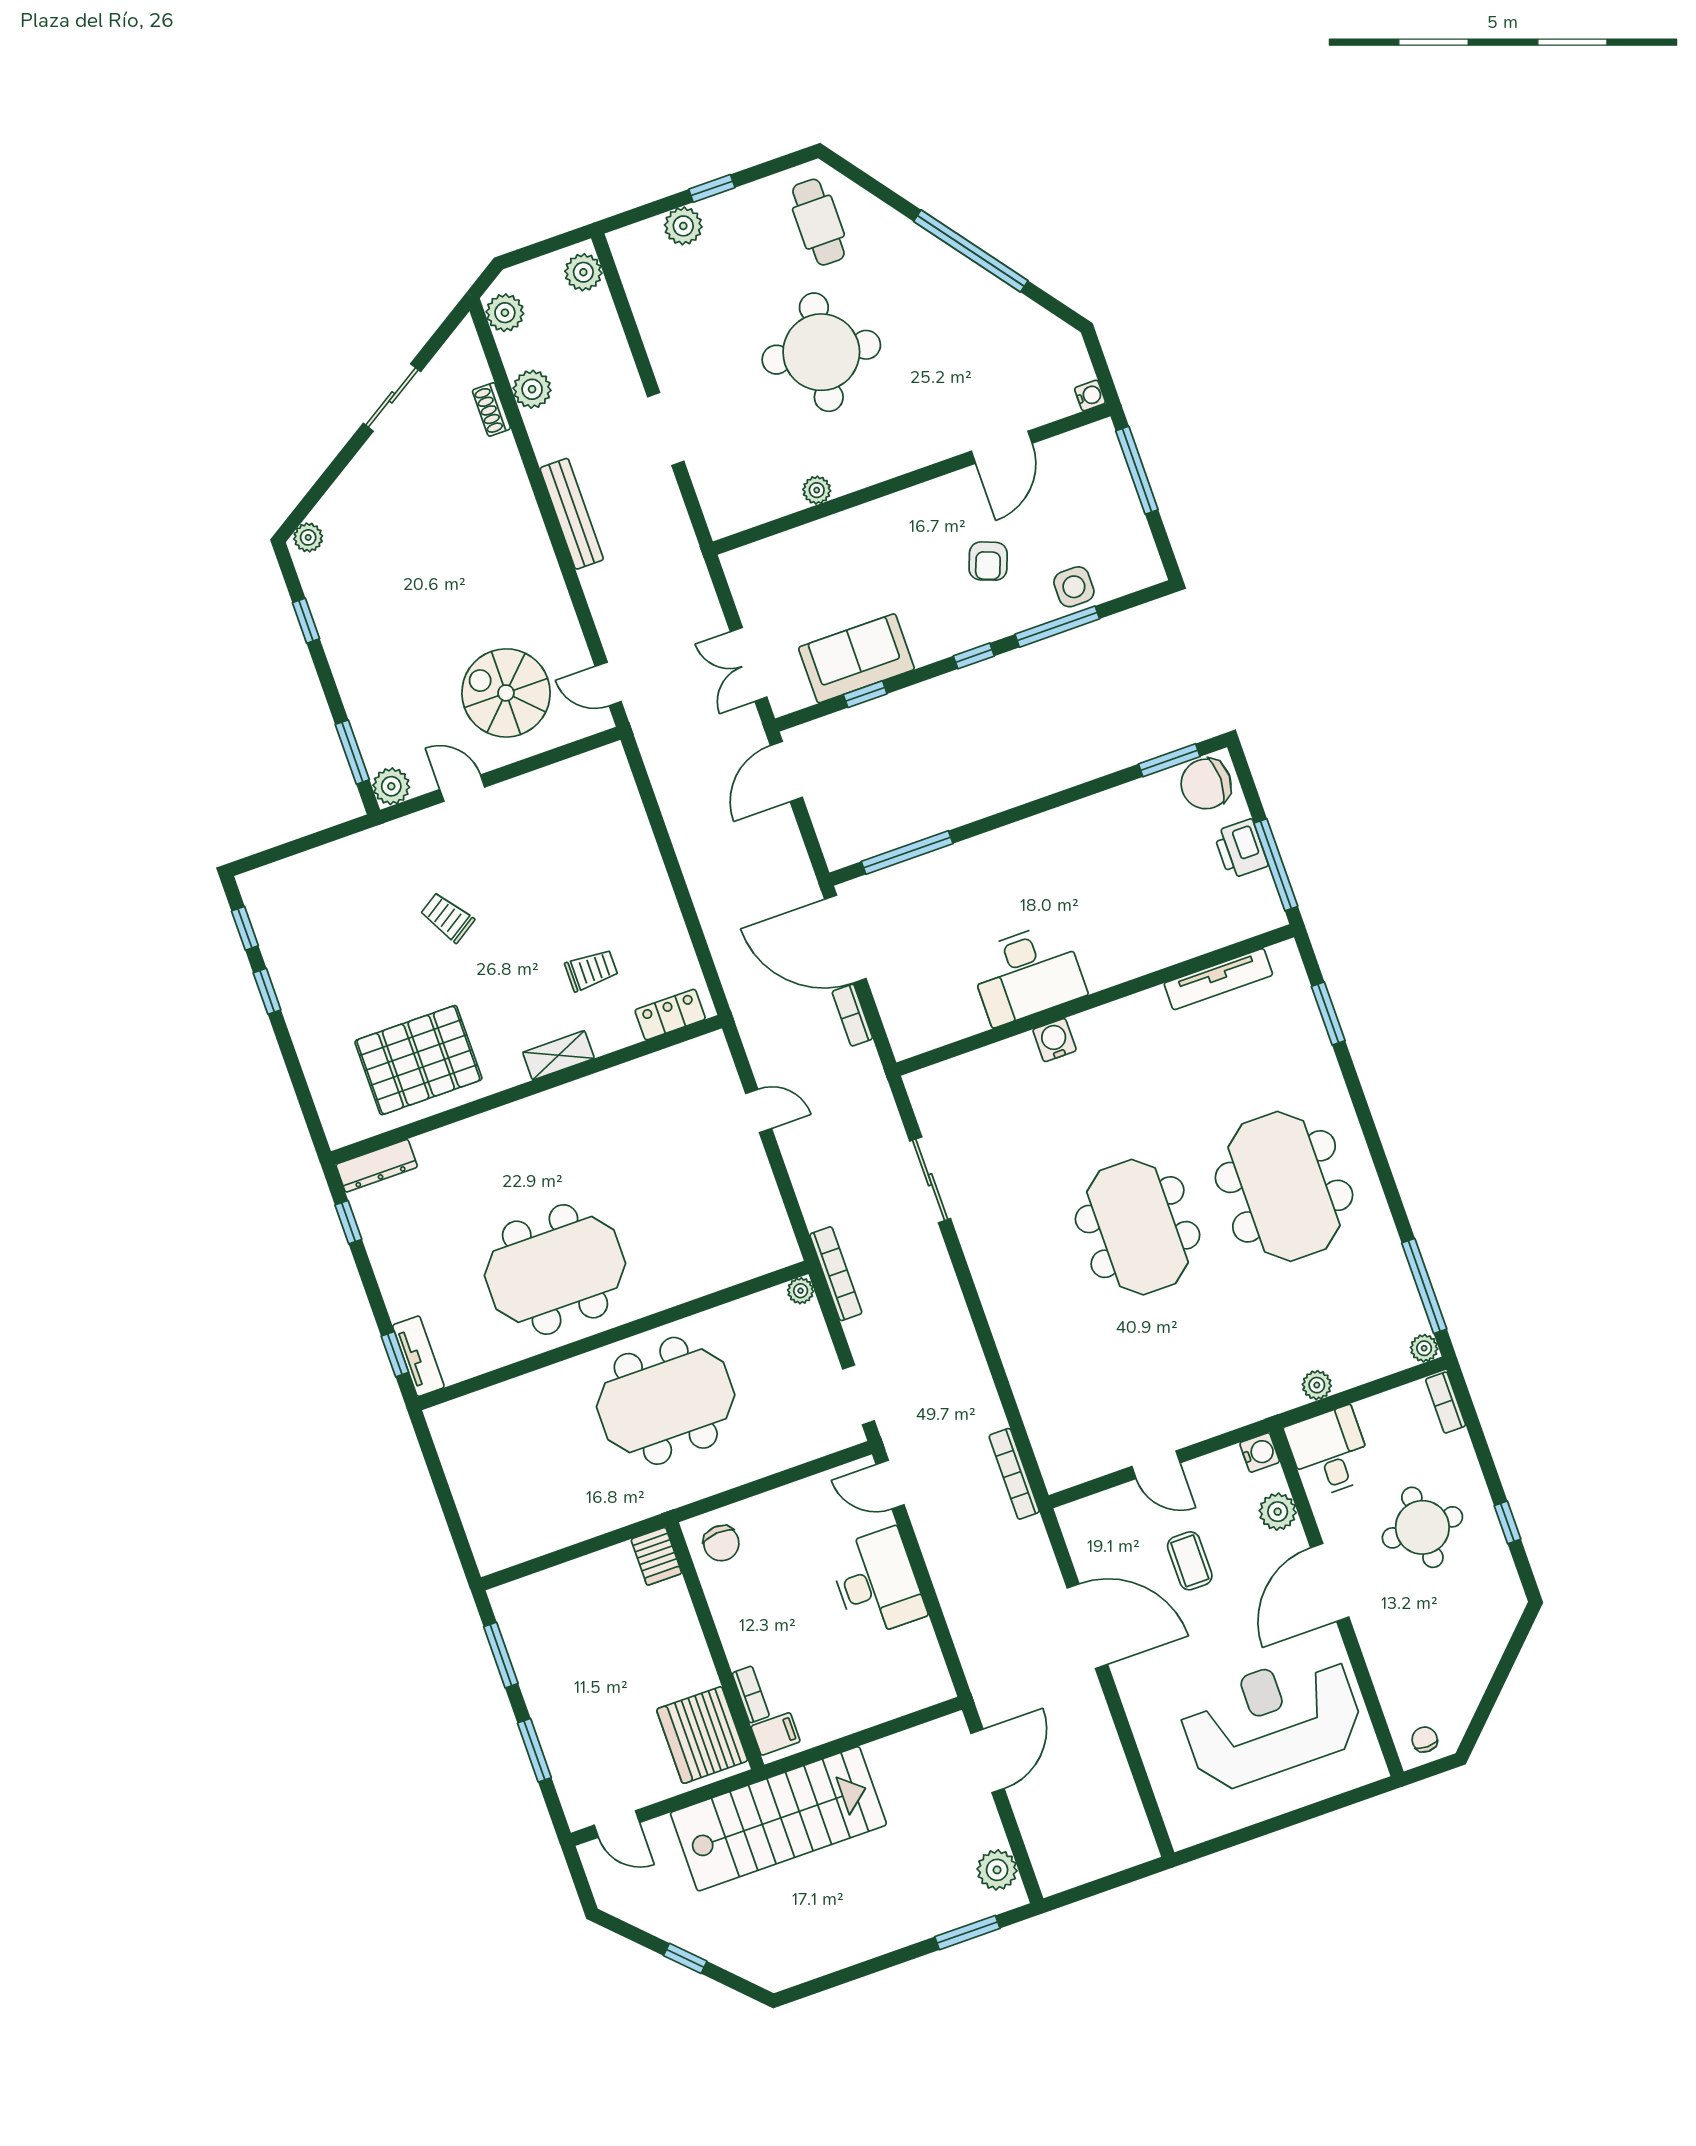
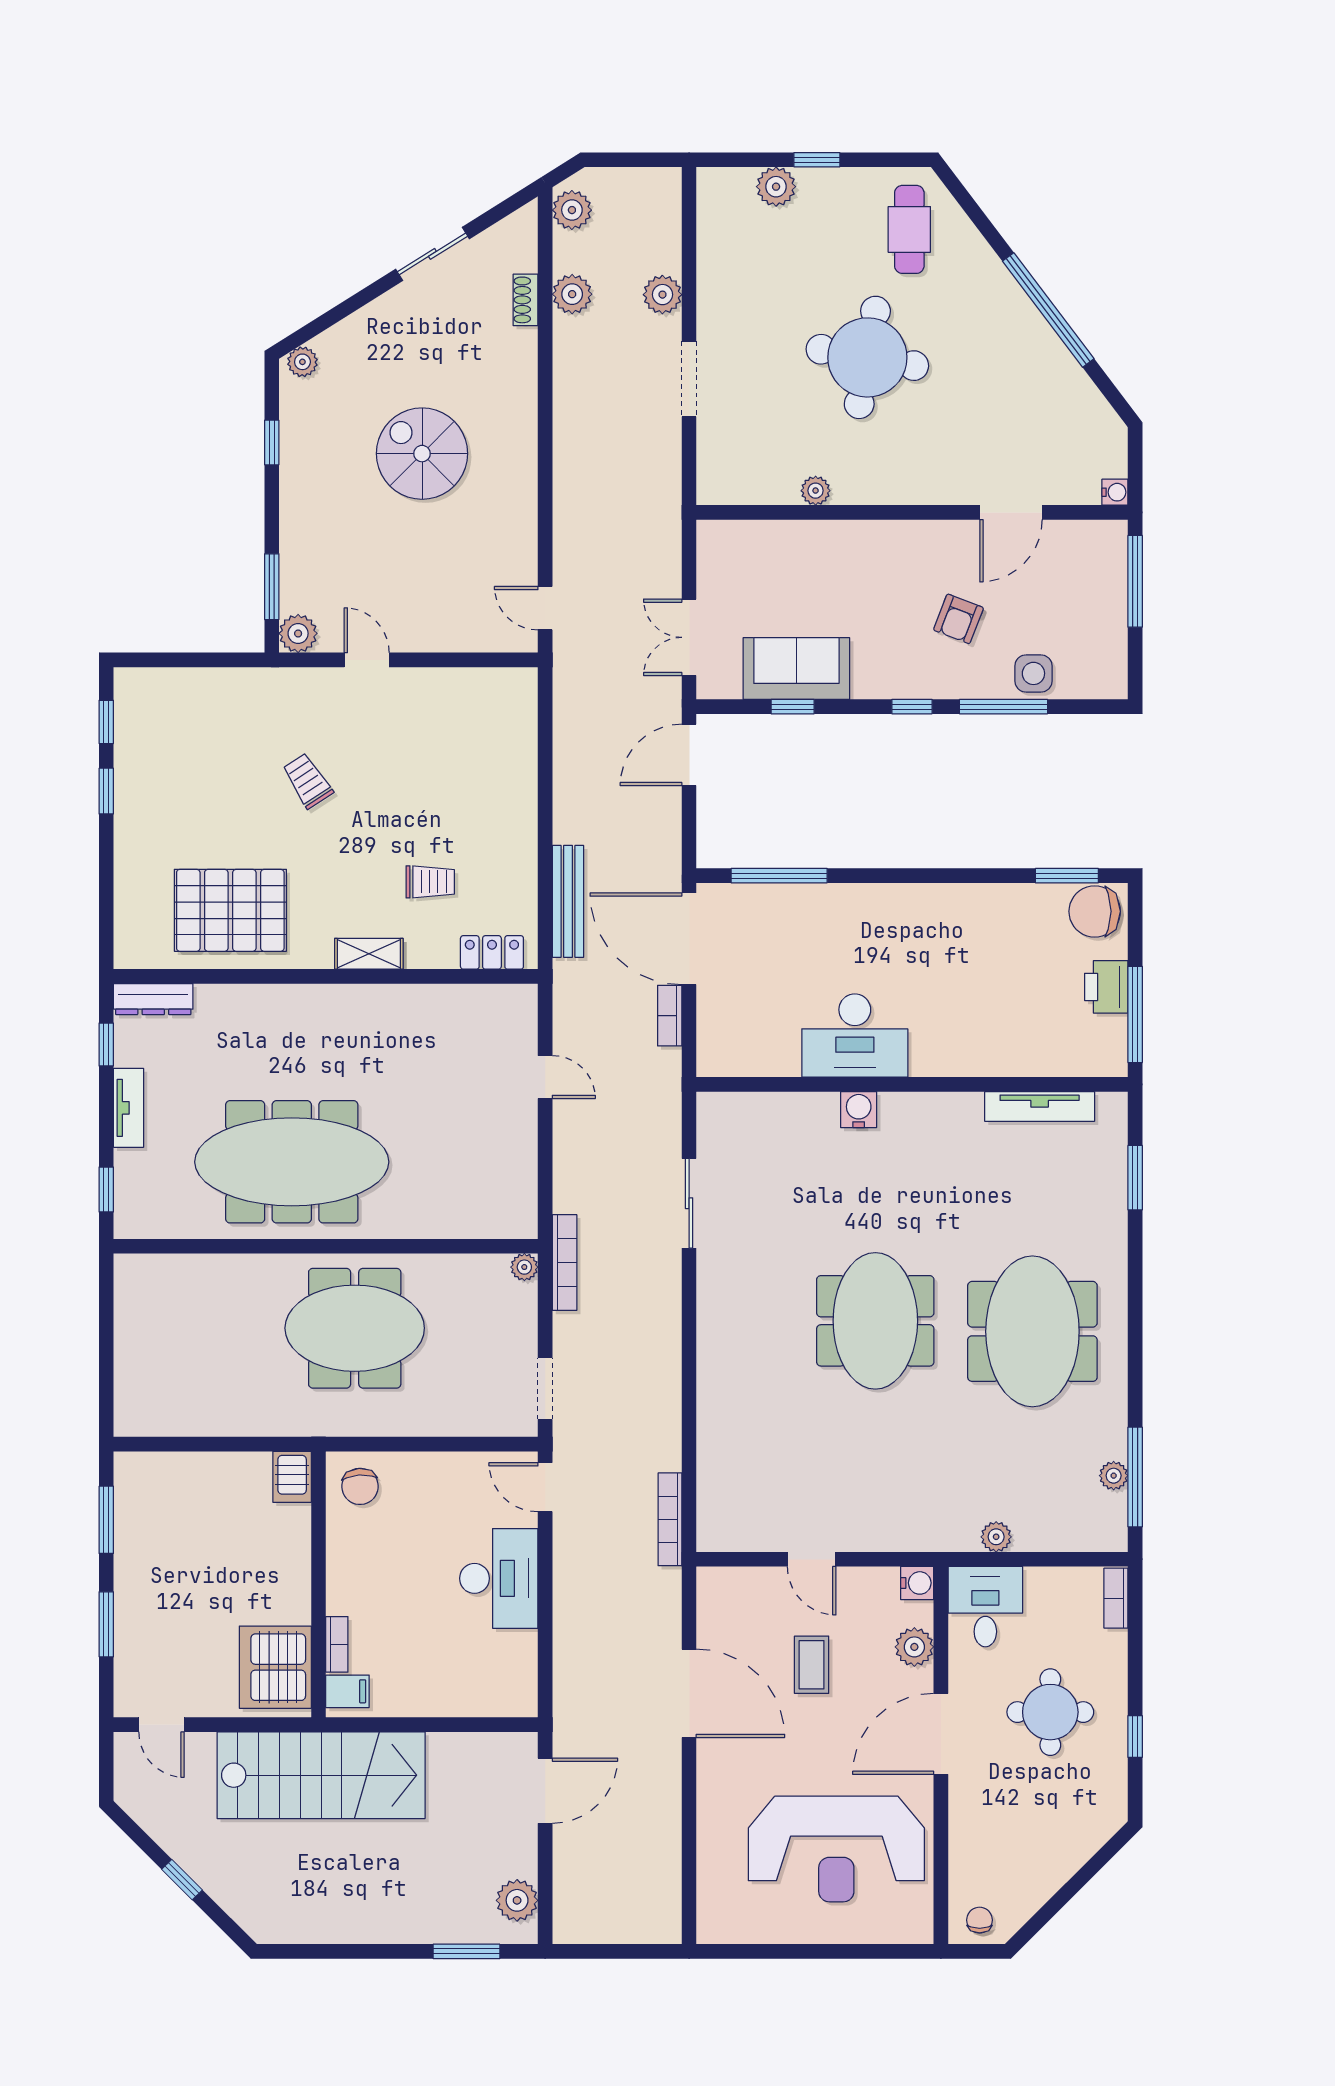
plant: (583, 272) -> (662, 295), moved
bench: (572, 514) -> (568, 901), moved
spiral stairs: (506, 693) -> (422, 454), moved
meeting table: (555, 1269) -> (292, 1162), width x1.36
plant: (1424, 1348) -> (1114, 1476), moved
tv unit: (418, 1356) -> (129, 1108), moved
reception desk: (1271, 1721) -> (836, 1849), turned 180

